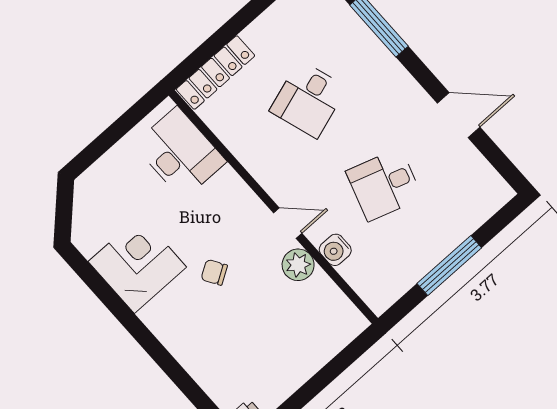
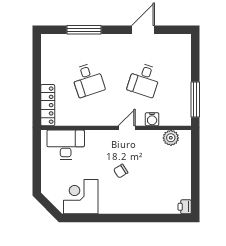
corner desk: (137, 264) -> (81, 197), moved
plant: (298, 265) -> (171, 138), moved
window: (449, 266) -> (195, 100), moved

